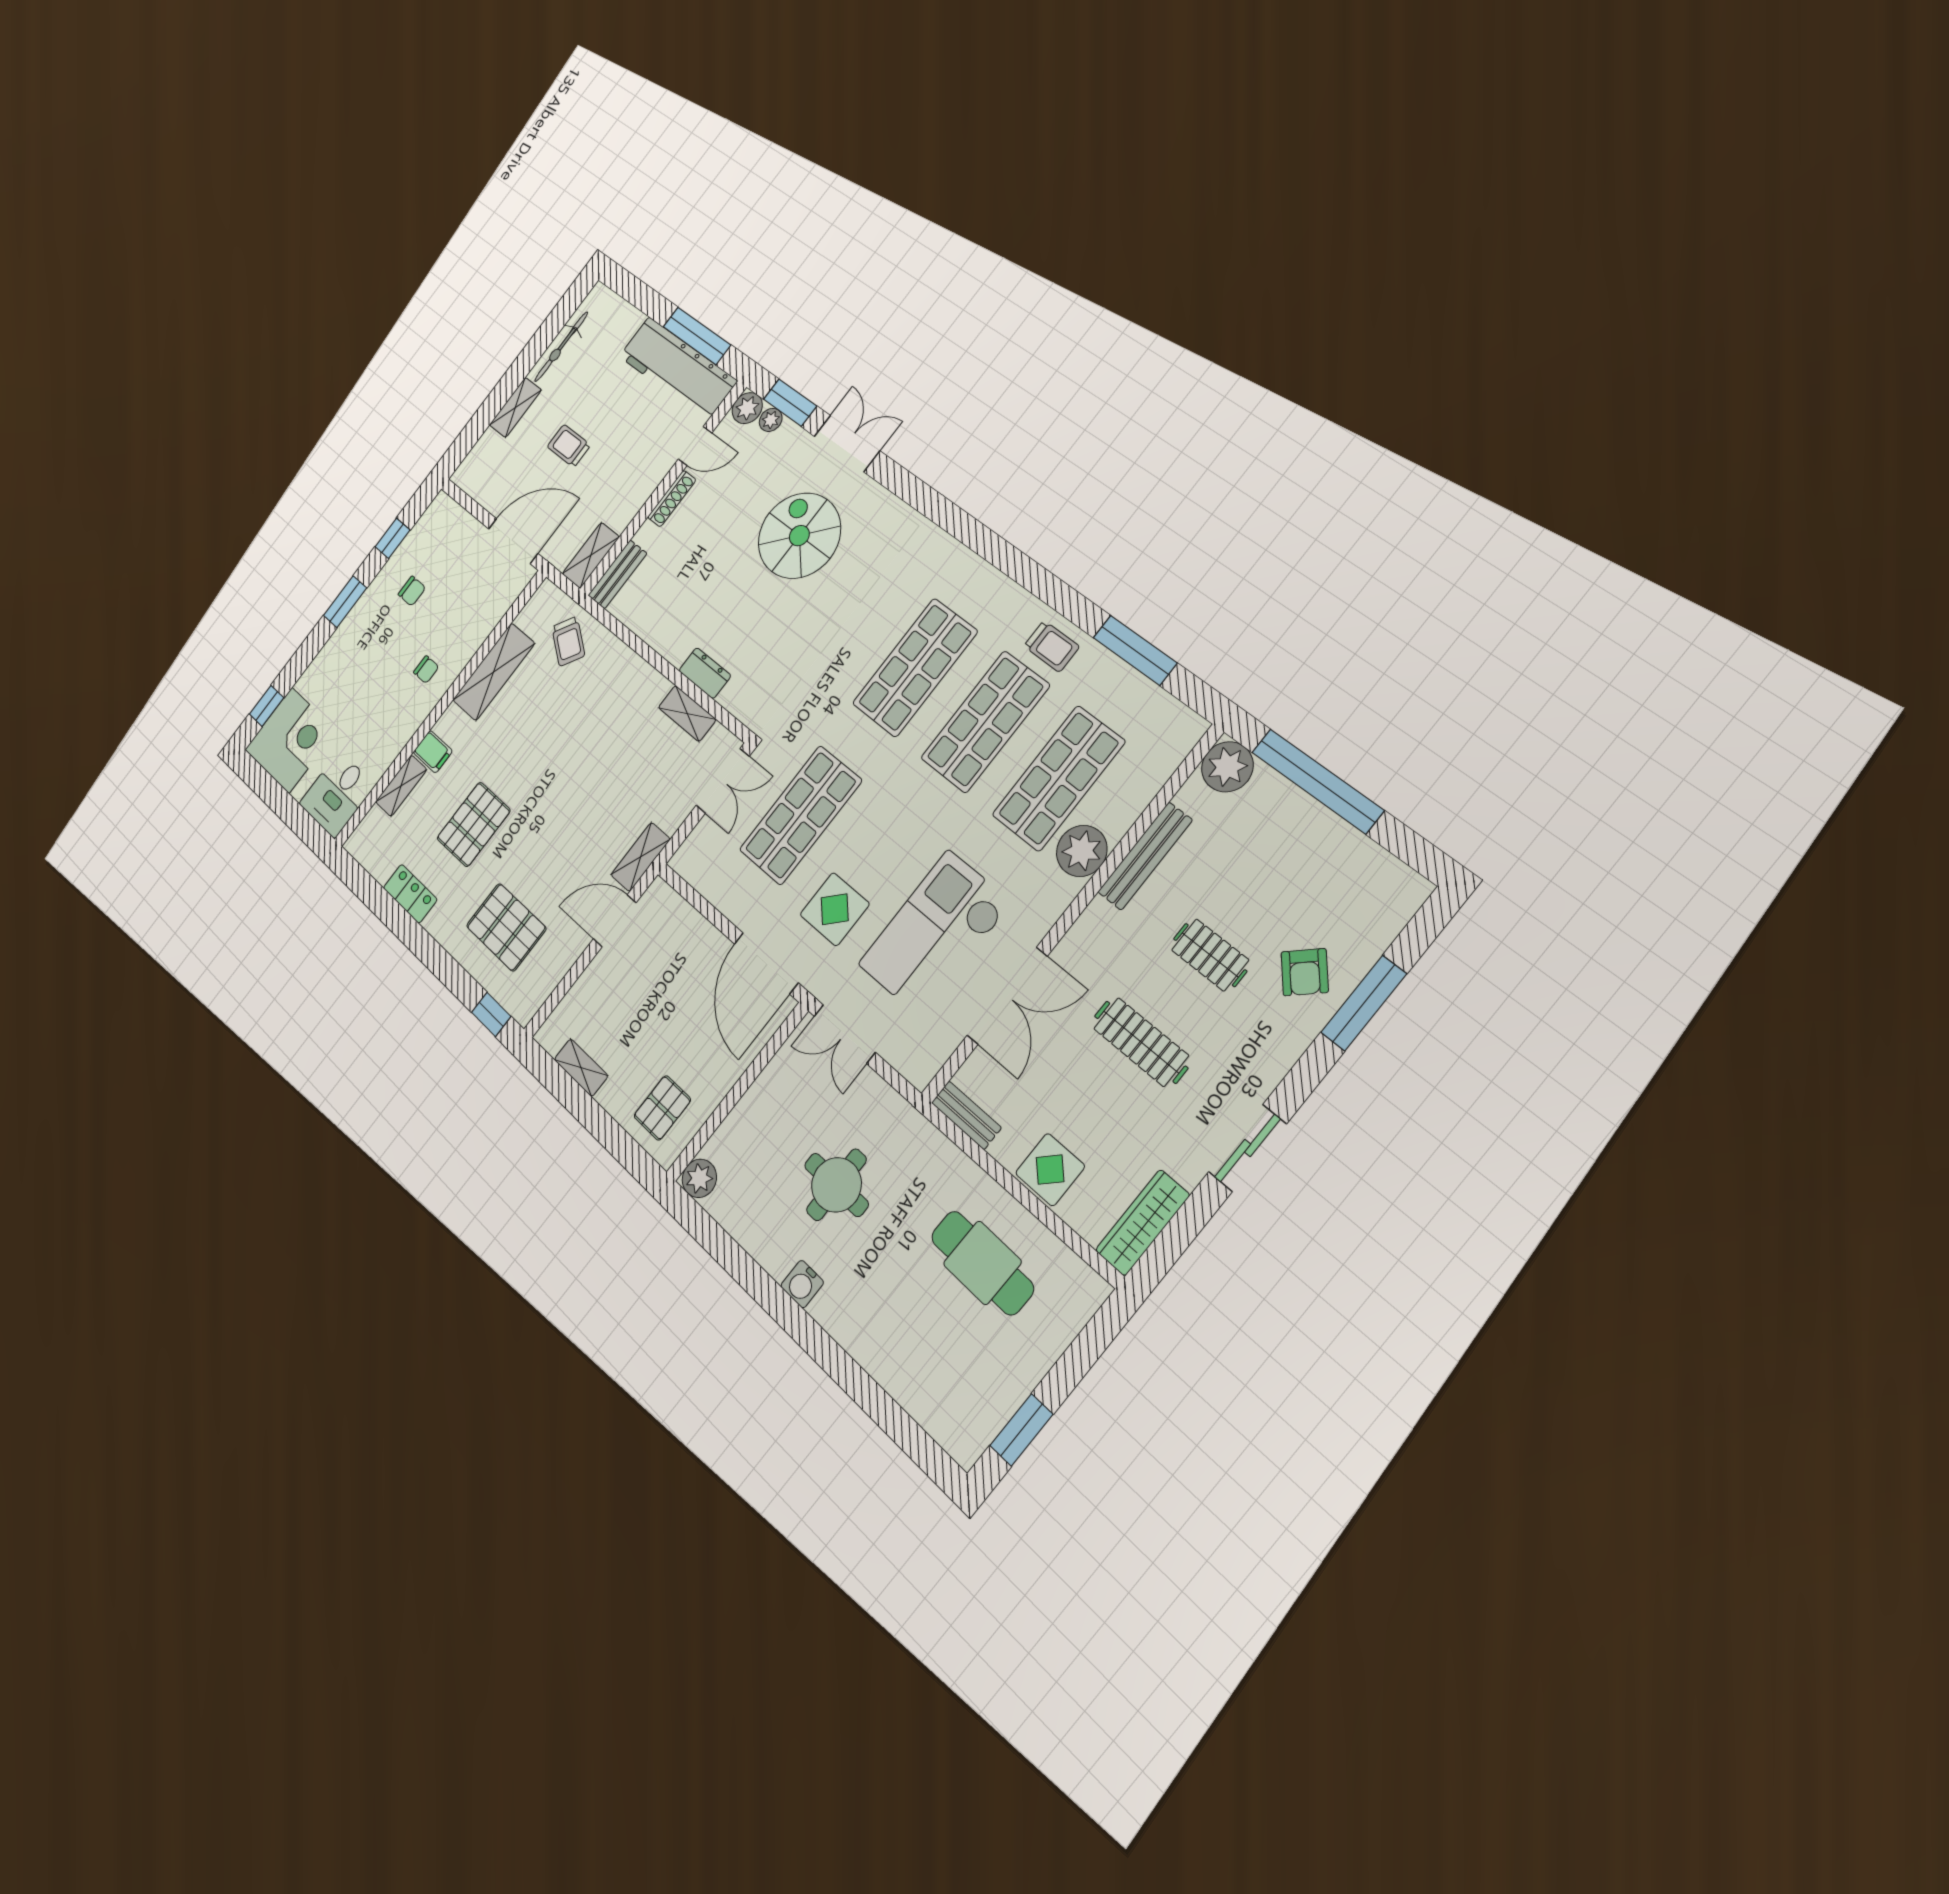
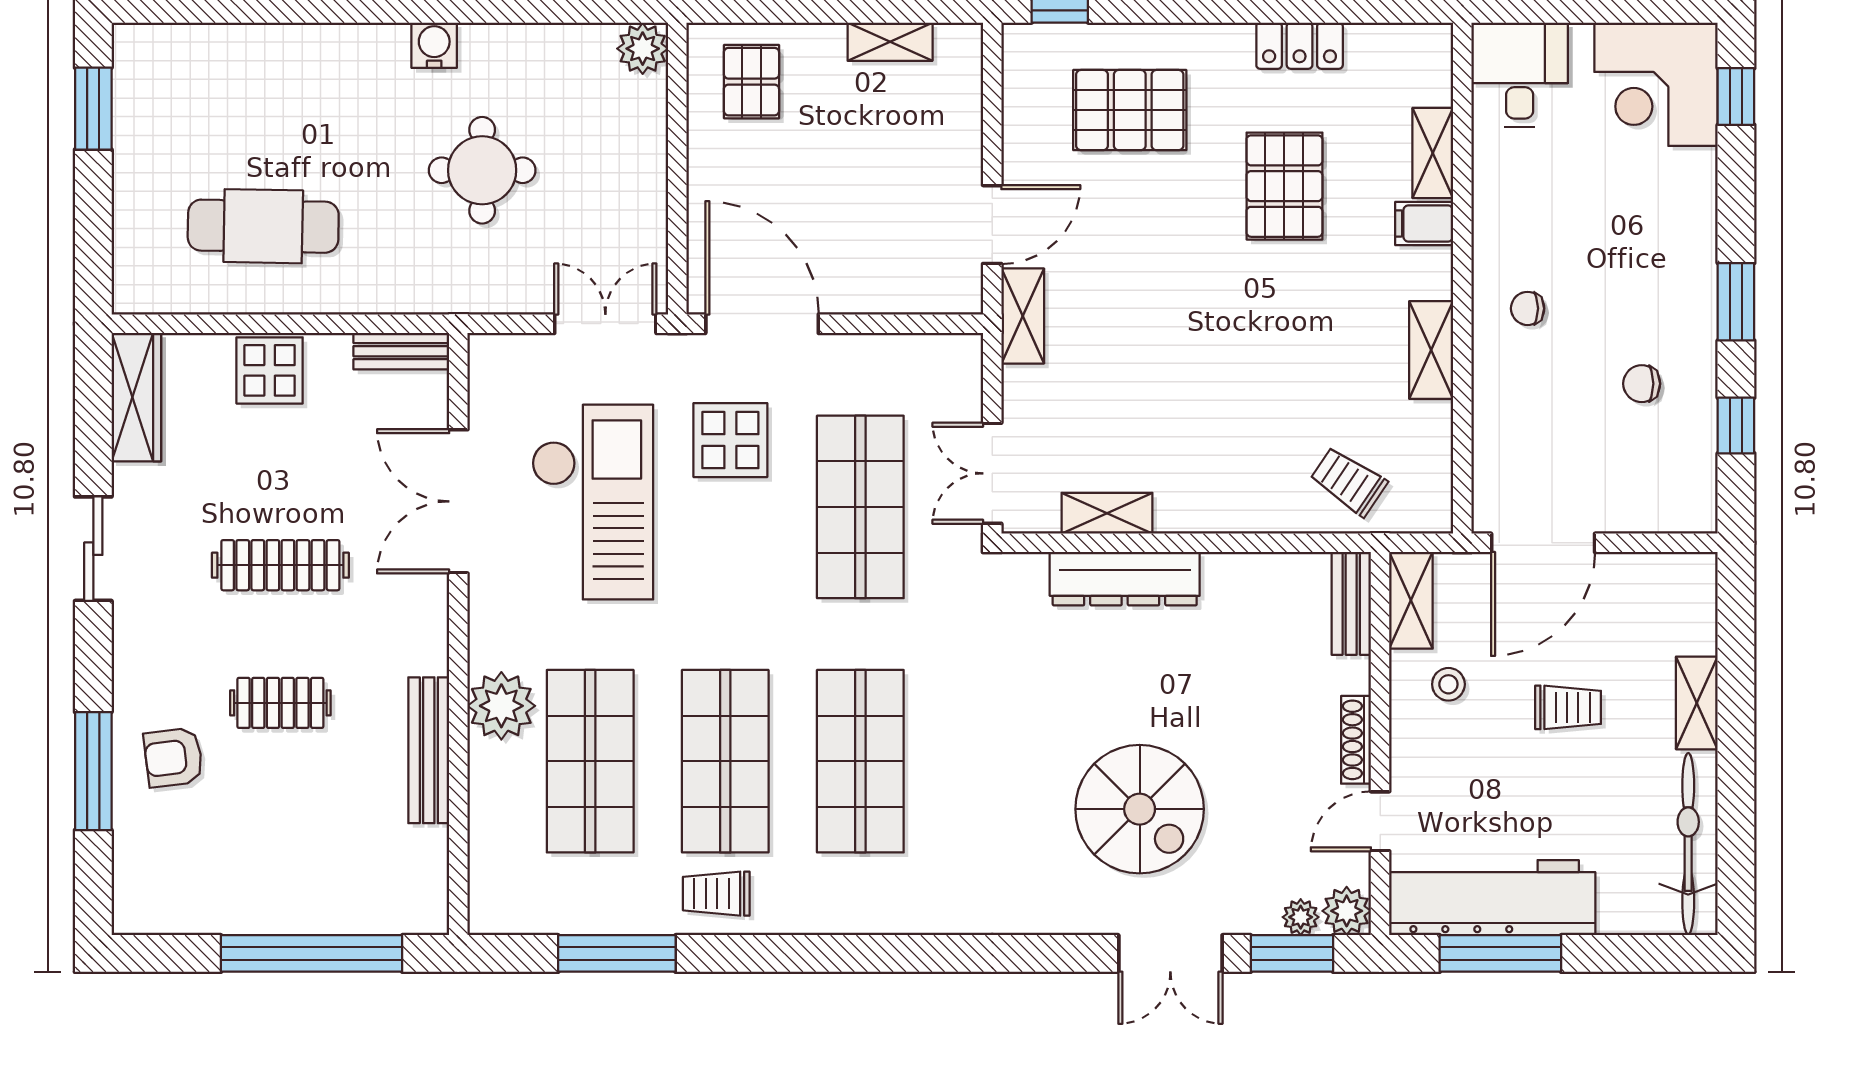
bicycle: (561, 347) -> (1688, 844), width x1.37, depth x1.40
stool: (609, 497) -> (1448, 684), added
shelving: (494, 672) -> (1431, 350), width x0.67, depth x0.75
dresser: (705, 673) -> (1125, 579), width x1.96, depth x1.24
plant: (1227, 767) -> (416, 902), removed
armchair: (1305, 972) -> (173, 757), turned -55

